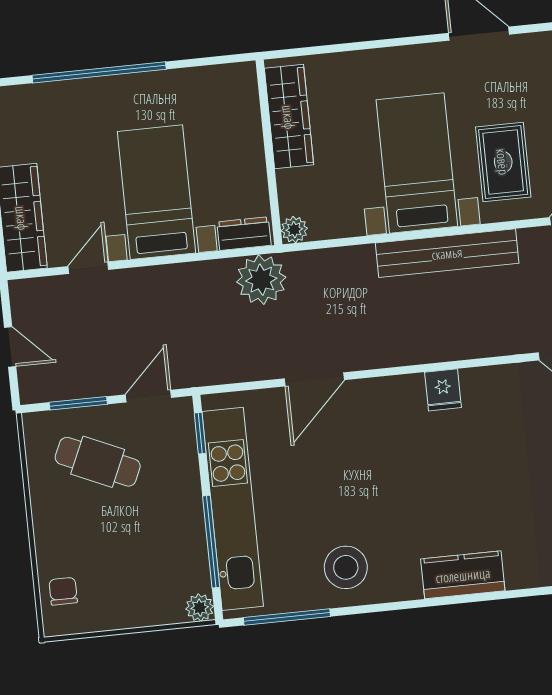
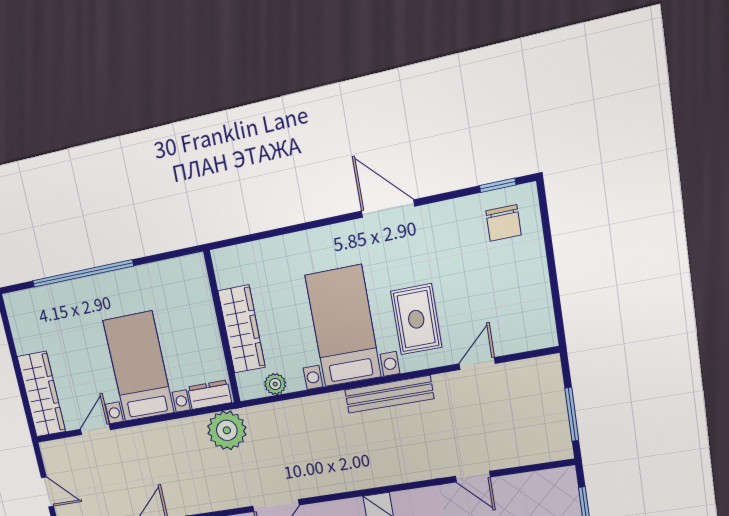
wardrobe: (289, 117) -> (242, 329), moved
plant: (294, 230) -> (275, 384), moved
bench: (447, 253) -> (389, 394), width x0.73, depth x0.82

